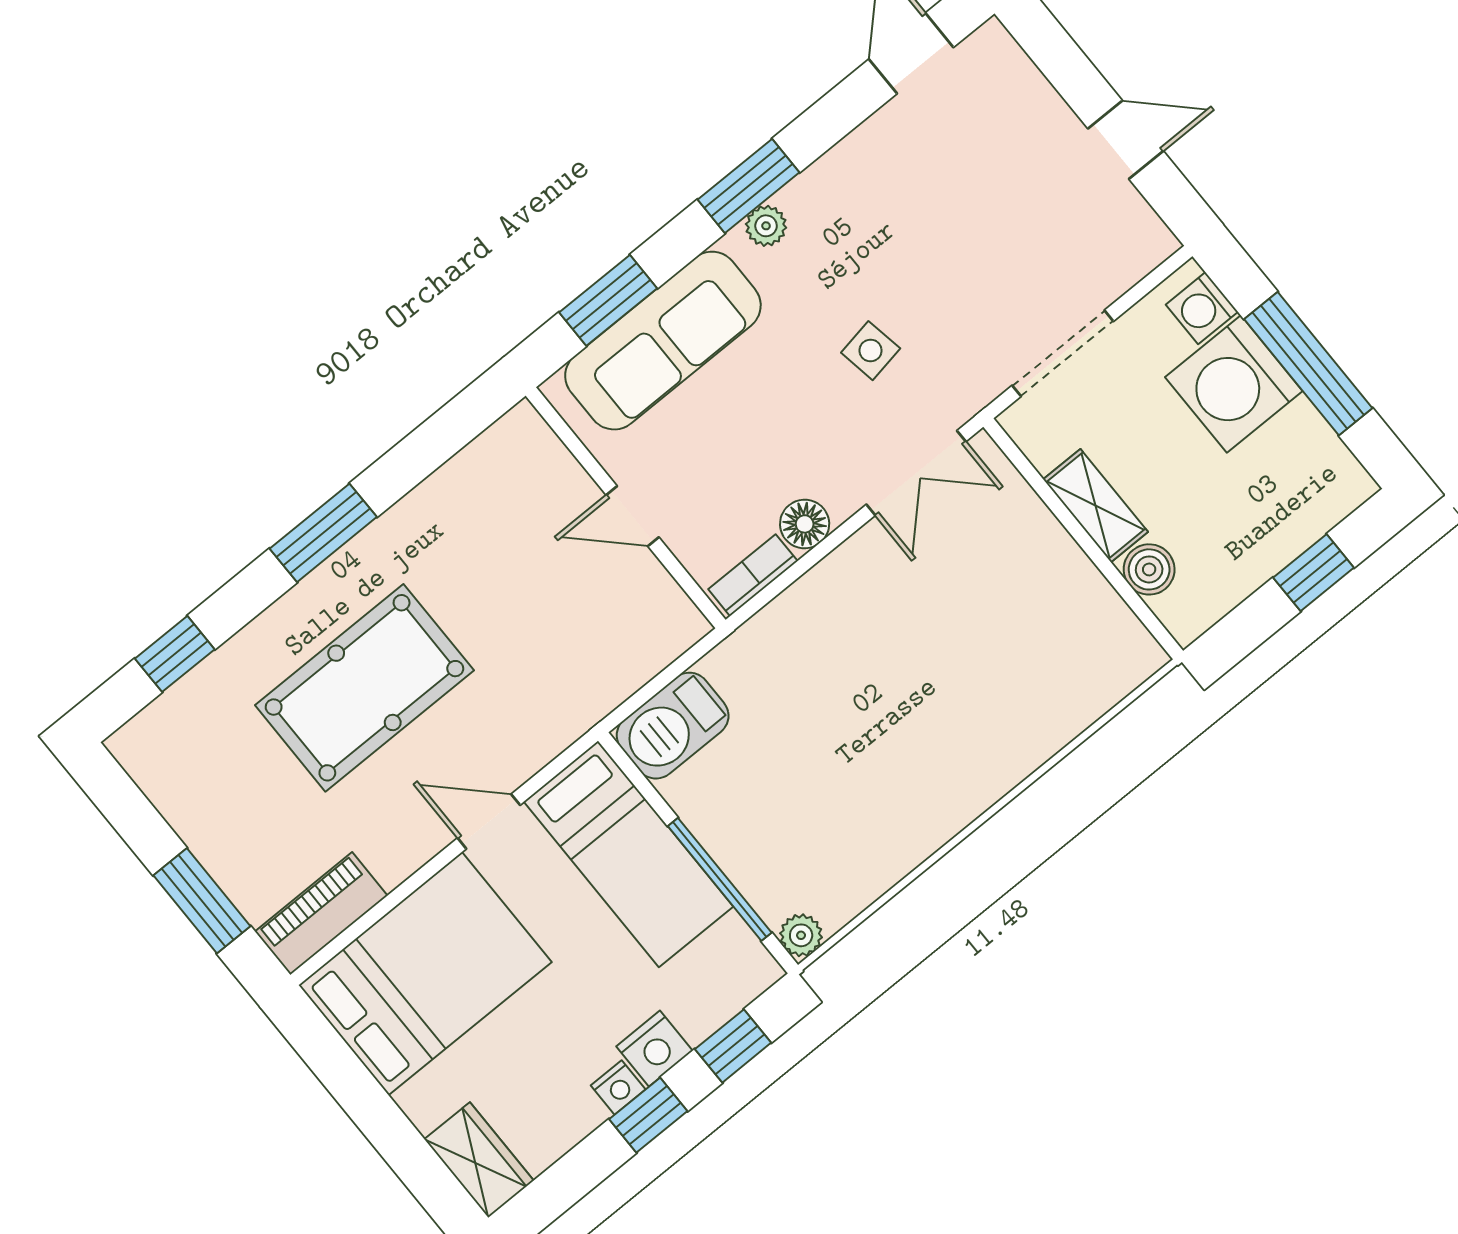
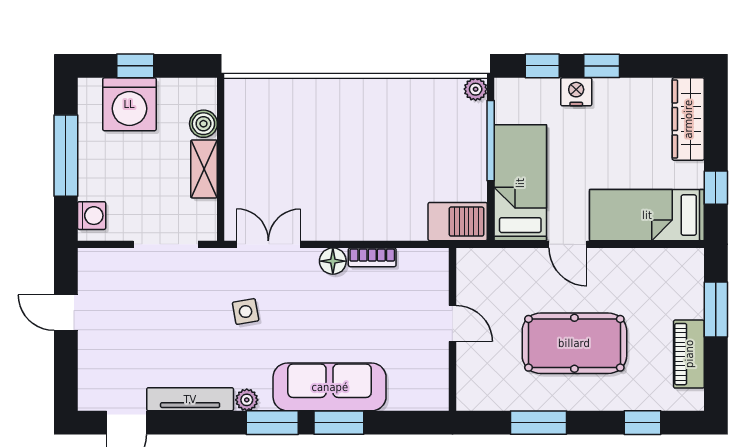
tv unit: (848, 161) -> (190, 399), added
window: (748, 186) -> (272, 423), moved
washing machine: (1234, 384) -> (129, 104), moved, turned 90
wall: (626, 508) -> (452, 329), moved
door: (632, 516) -> (452, 324), moved
piano: (321, 913) -> (689, 354), moved, turned 90
bed: (425, 974) -> (647, 215), width x0.67
window: (344, 1075) -> (716, 188), added
nightstand: (618, 1087) -> (605, 88), removed
wardrobe: (479, 1160) -> (688, 119), width x1.50

